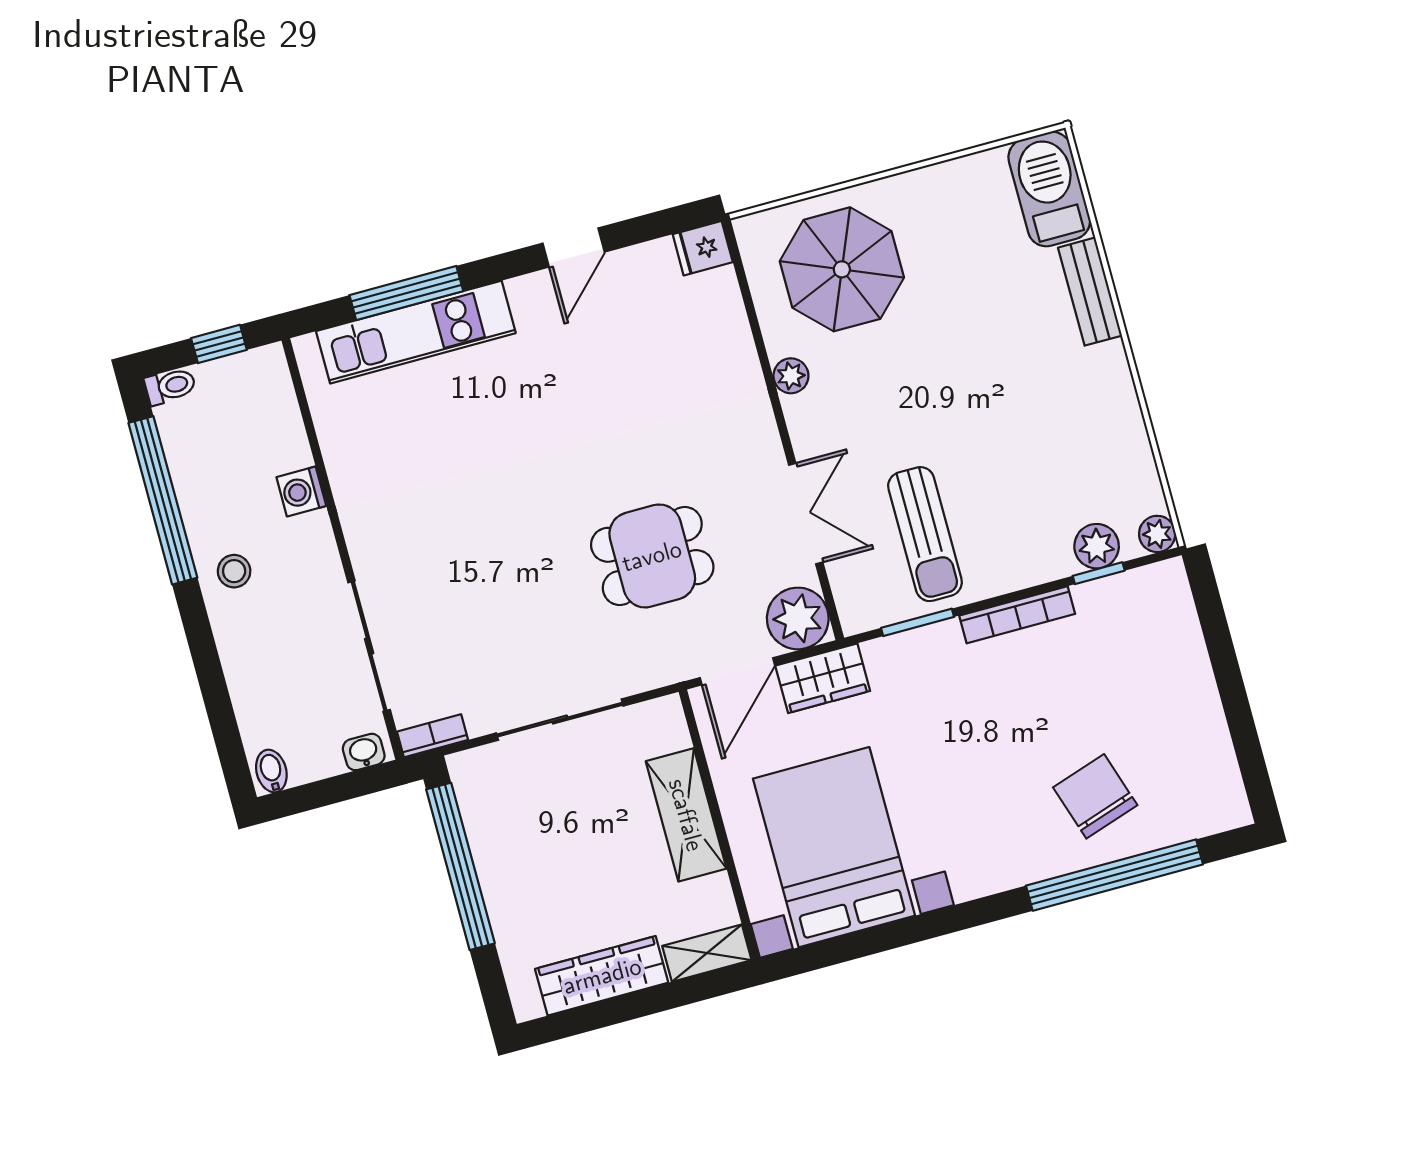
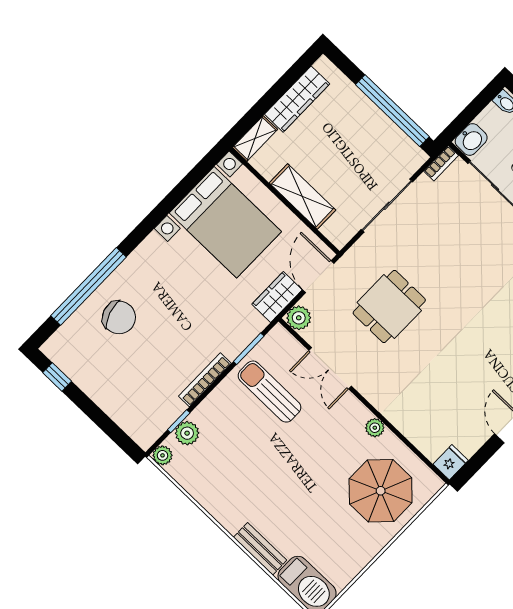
plant: (798, 618) -> (299, 318), width x0.73, depth x0.73
washbasin: (364, 752) -> (471, 139), width x1.38, depth x1.45
window: (1251, 760) -> (57, 377), added

